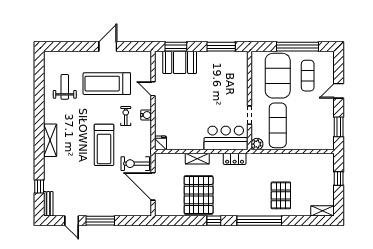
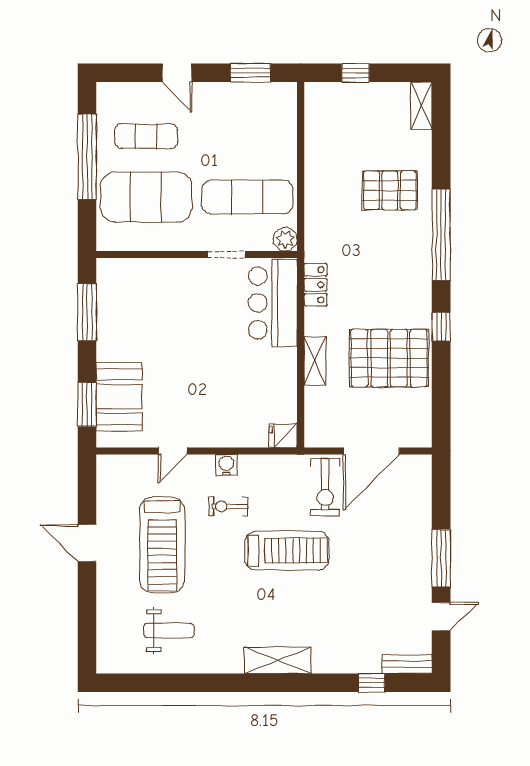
weight bench: (65, 87) -> (169, 631), turned 180

